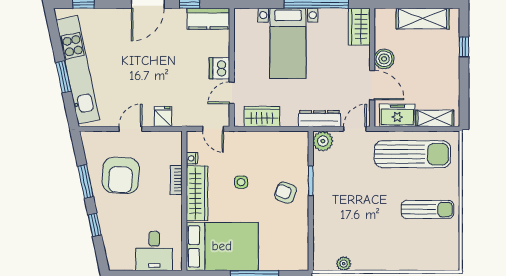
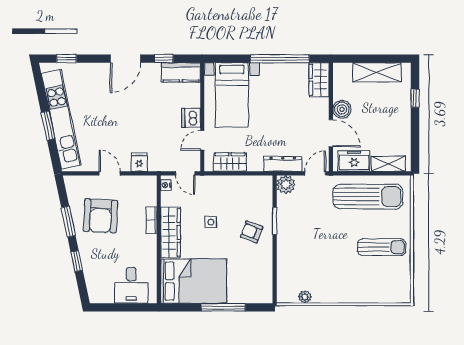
bed with nightstands: (288, 43) -> (232, 95), moved
door: (131, 129) -> (110, 173), hinge flipped
nightstand: (192, 158) -> (166, 185), moved

